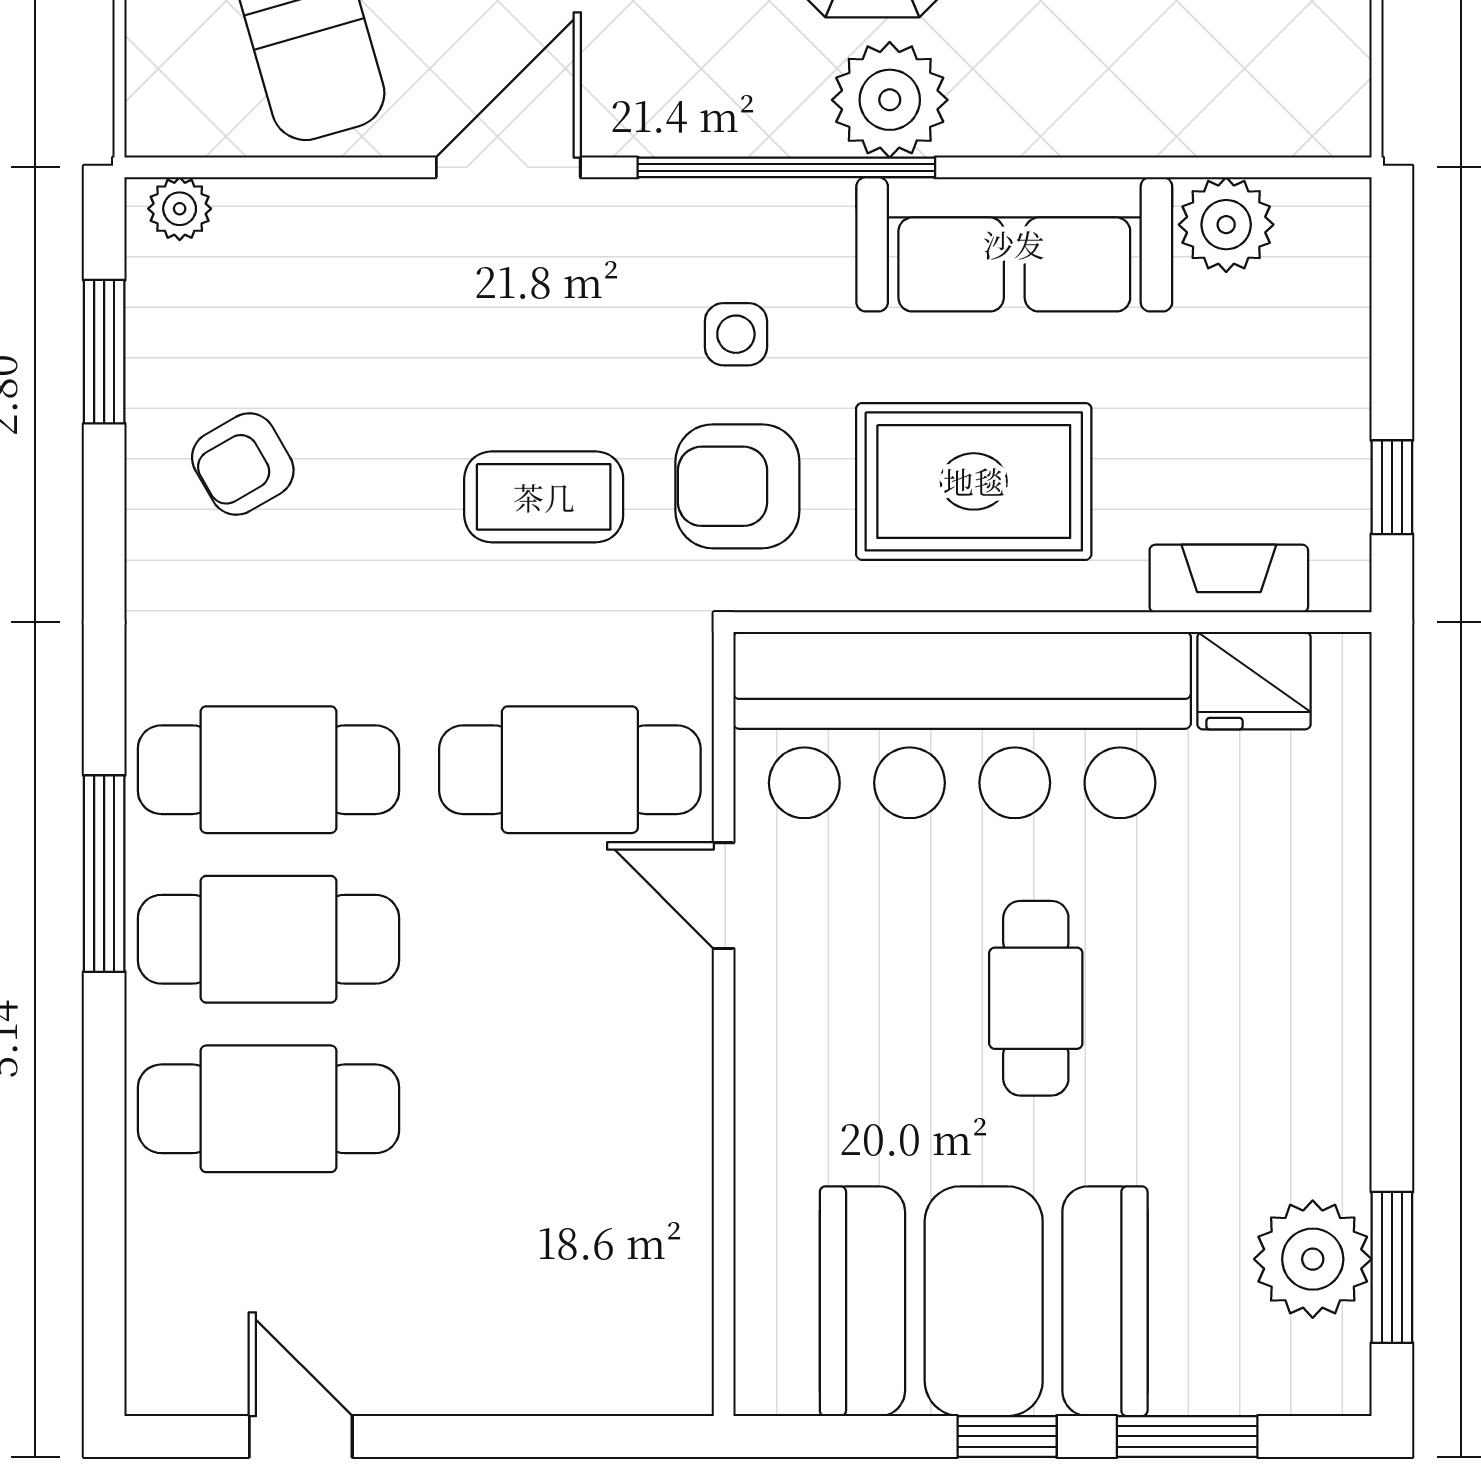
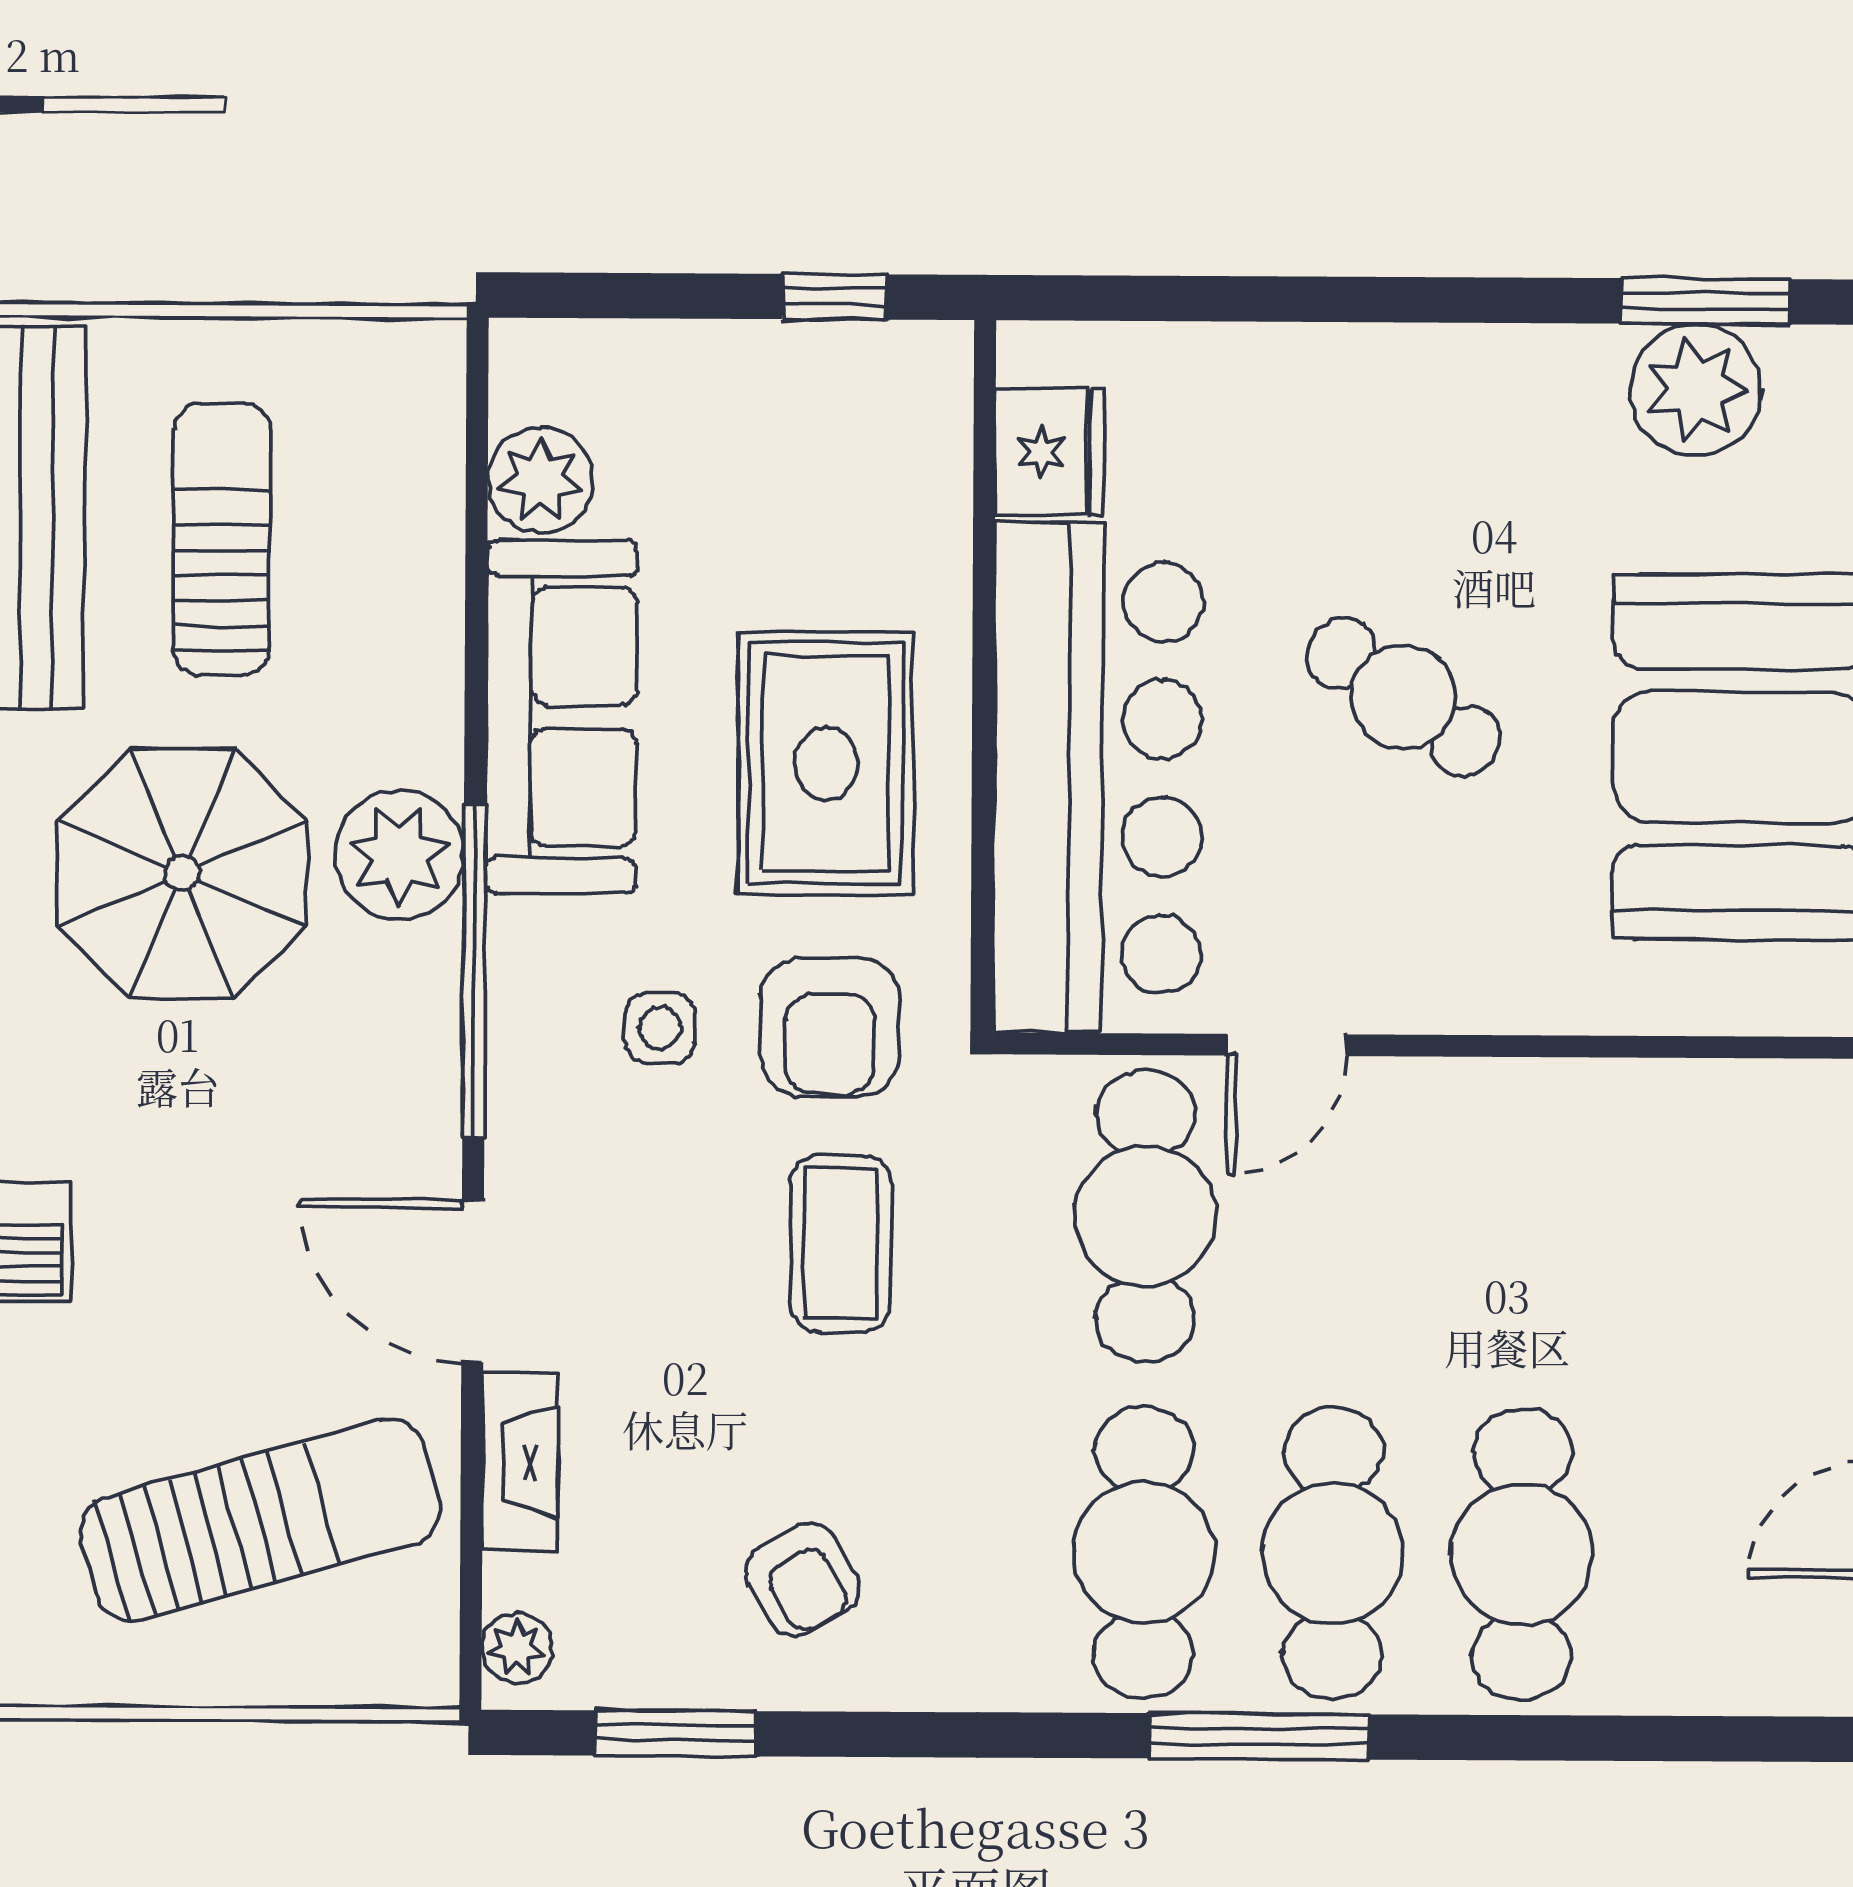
fireplace: (1229, 579) -> (520, 1462), moved, turned 180
cafe table: (1036, 998) -> (1403, 697), turned 35

